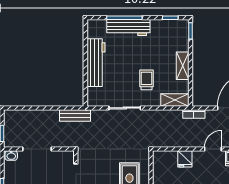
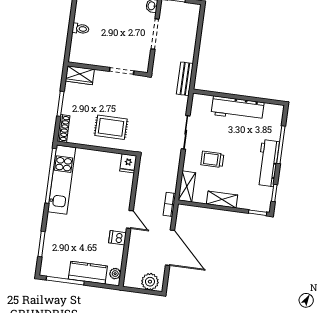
workbench: (128, 27) -> (268, 163), moved
trolley: (147, 80) -> (212, 159), turned 180
fridge: (185, 159) -> (128, 163), moved, turned -90

